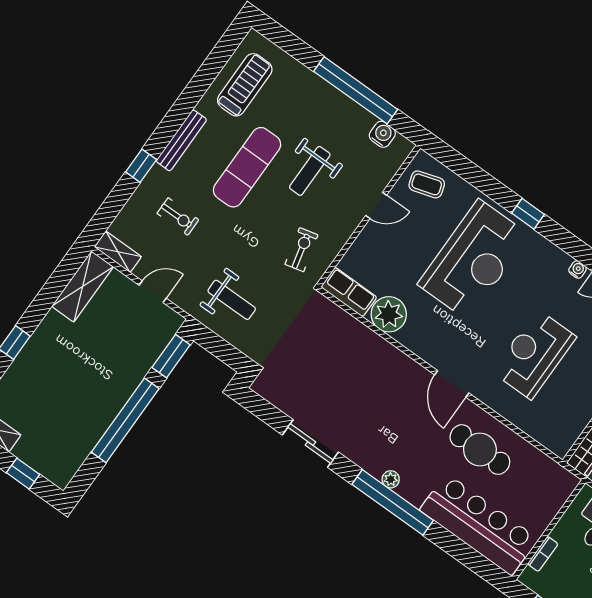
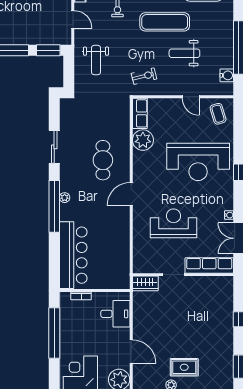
cafe table: (480, 450) -> (103, 160), moved

